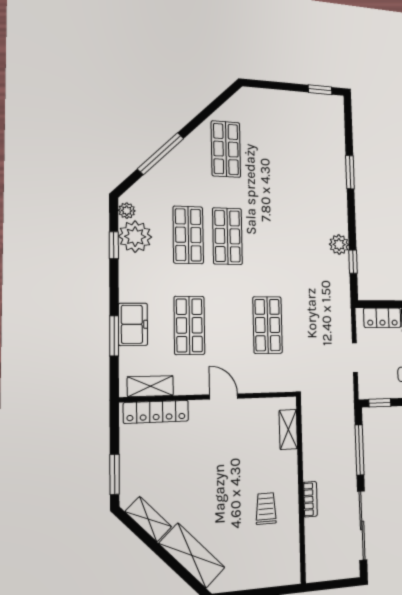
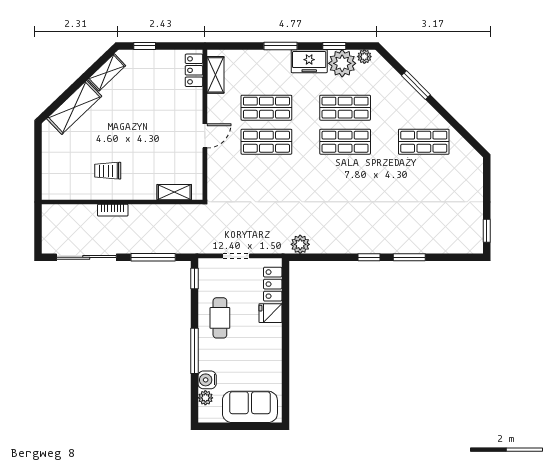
window: (161, 154) -> (416, 85), width x0.69
plant: (339, 244) -> (300, 244), moved
window: (353, 262) -> (369, 257), moved
freezer: (133, 324) -> (309, 61), moved
shop shelf: (268, 325) -> (266, 142), moved
window: (114, 336) -> (281, 46), moved
locker: (156, 412) -> (194, 70), width x0.66
window: (115, 474) -> (145, 46), width x0.67
trolley: (266, 508) -> (108, 171), turned 180

